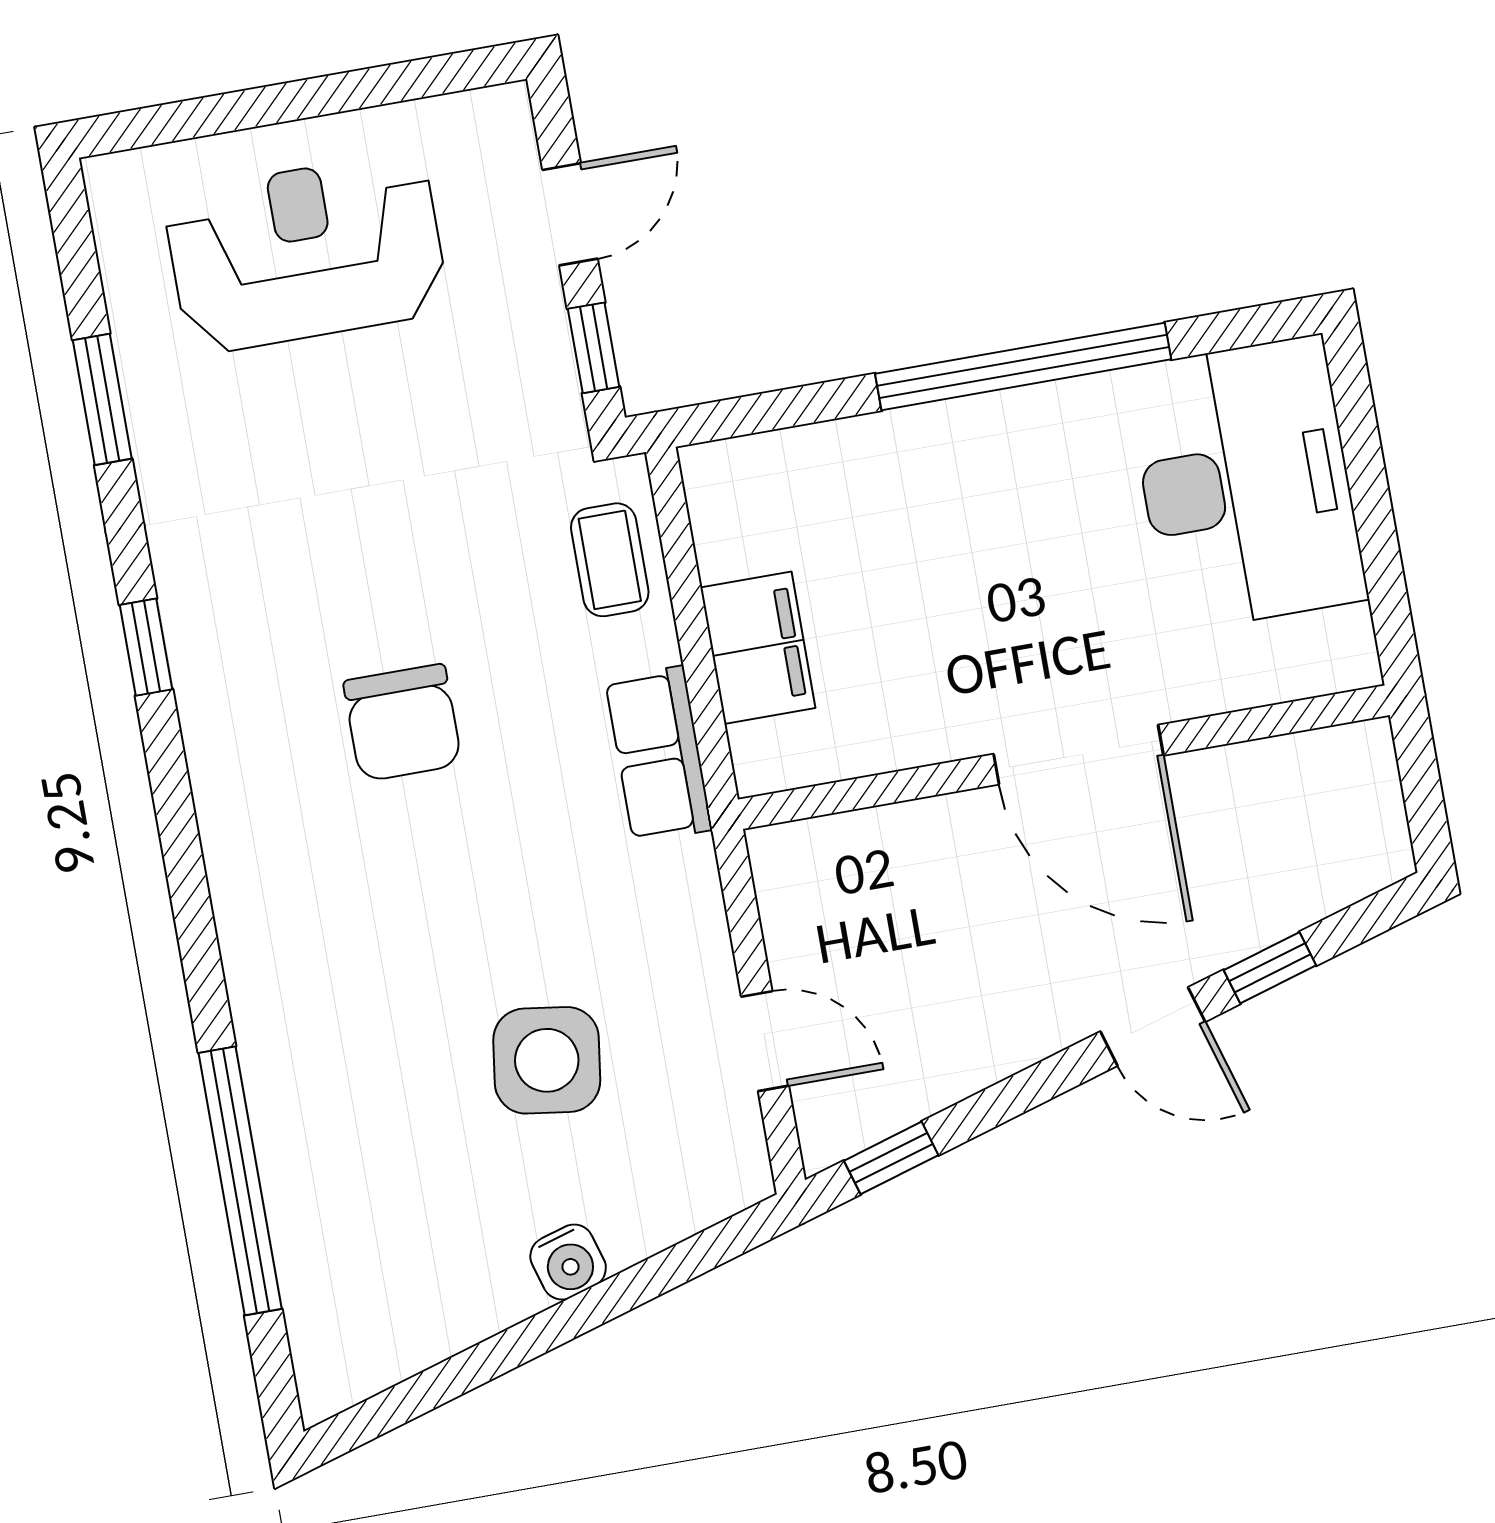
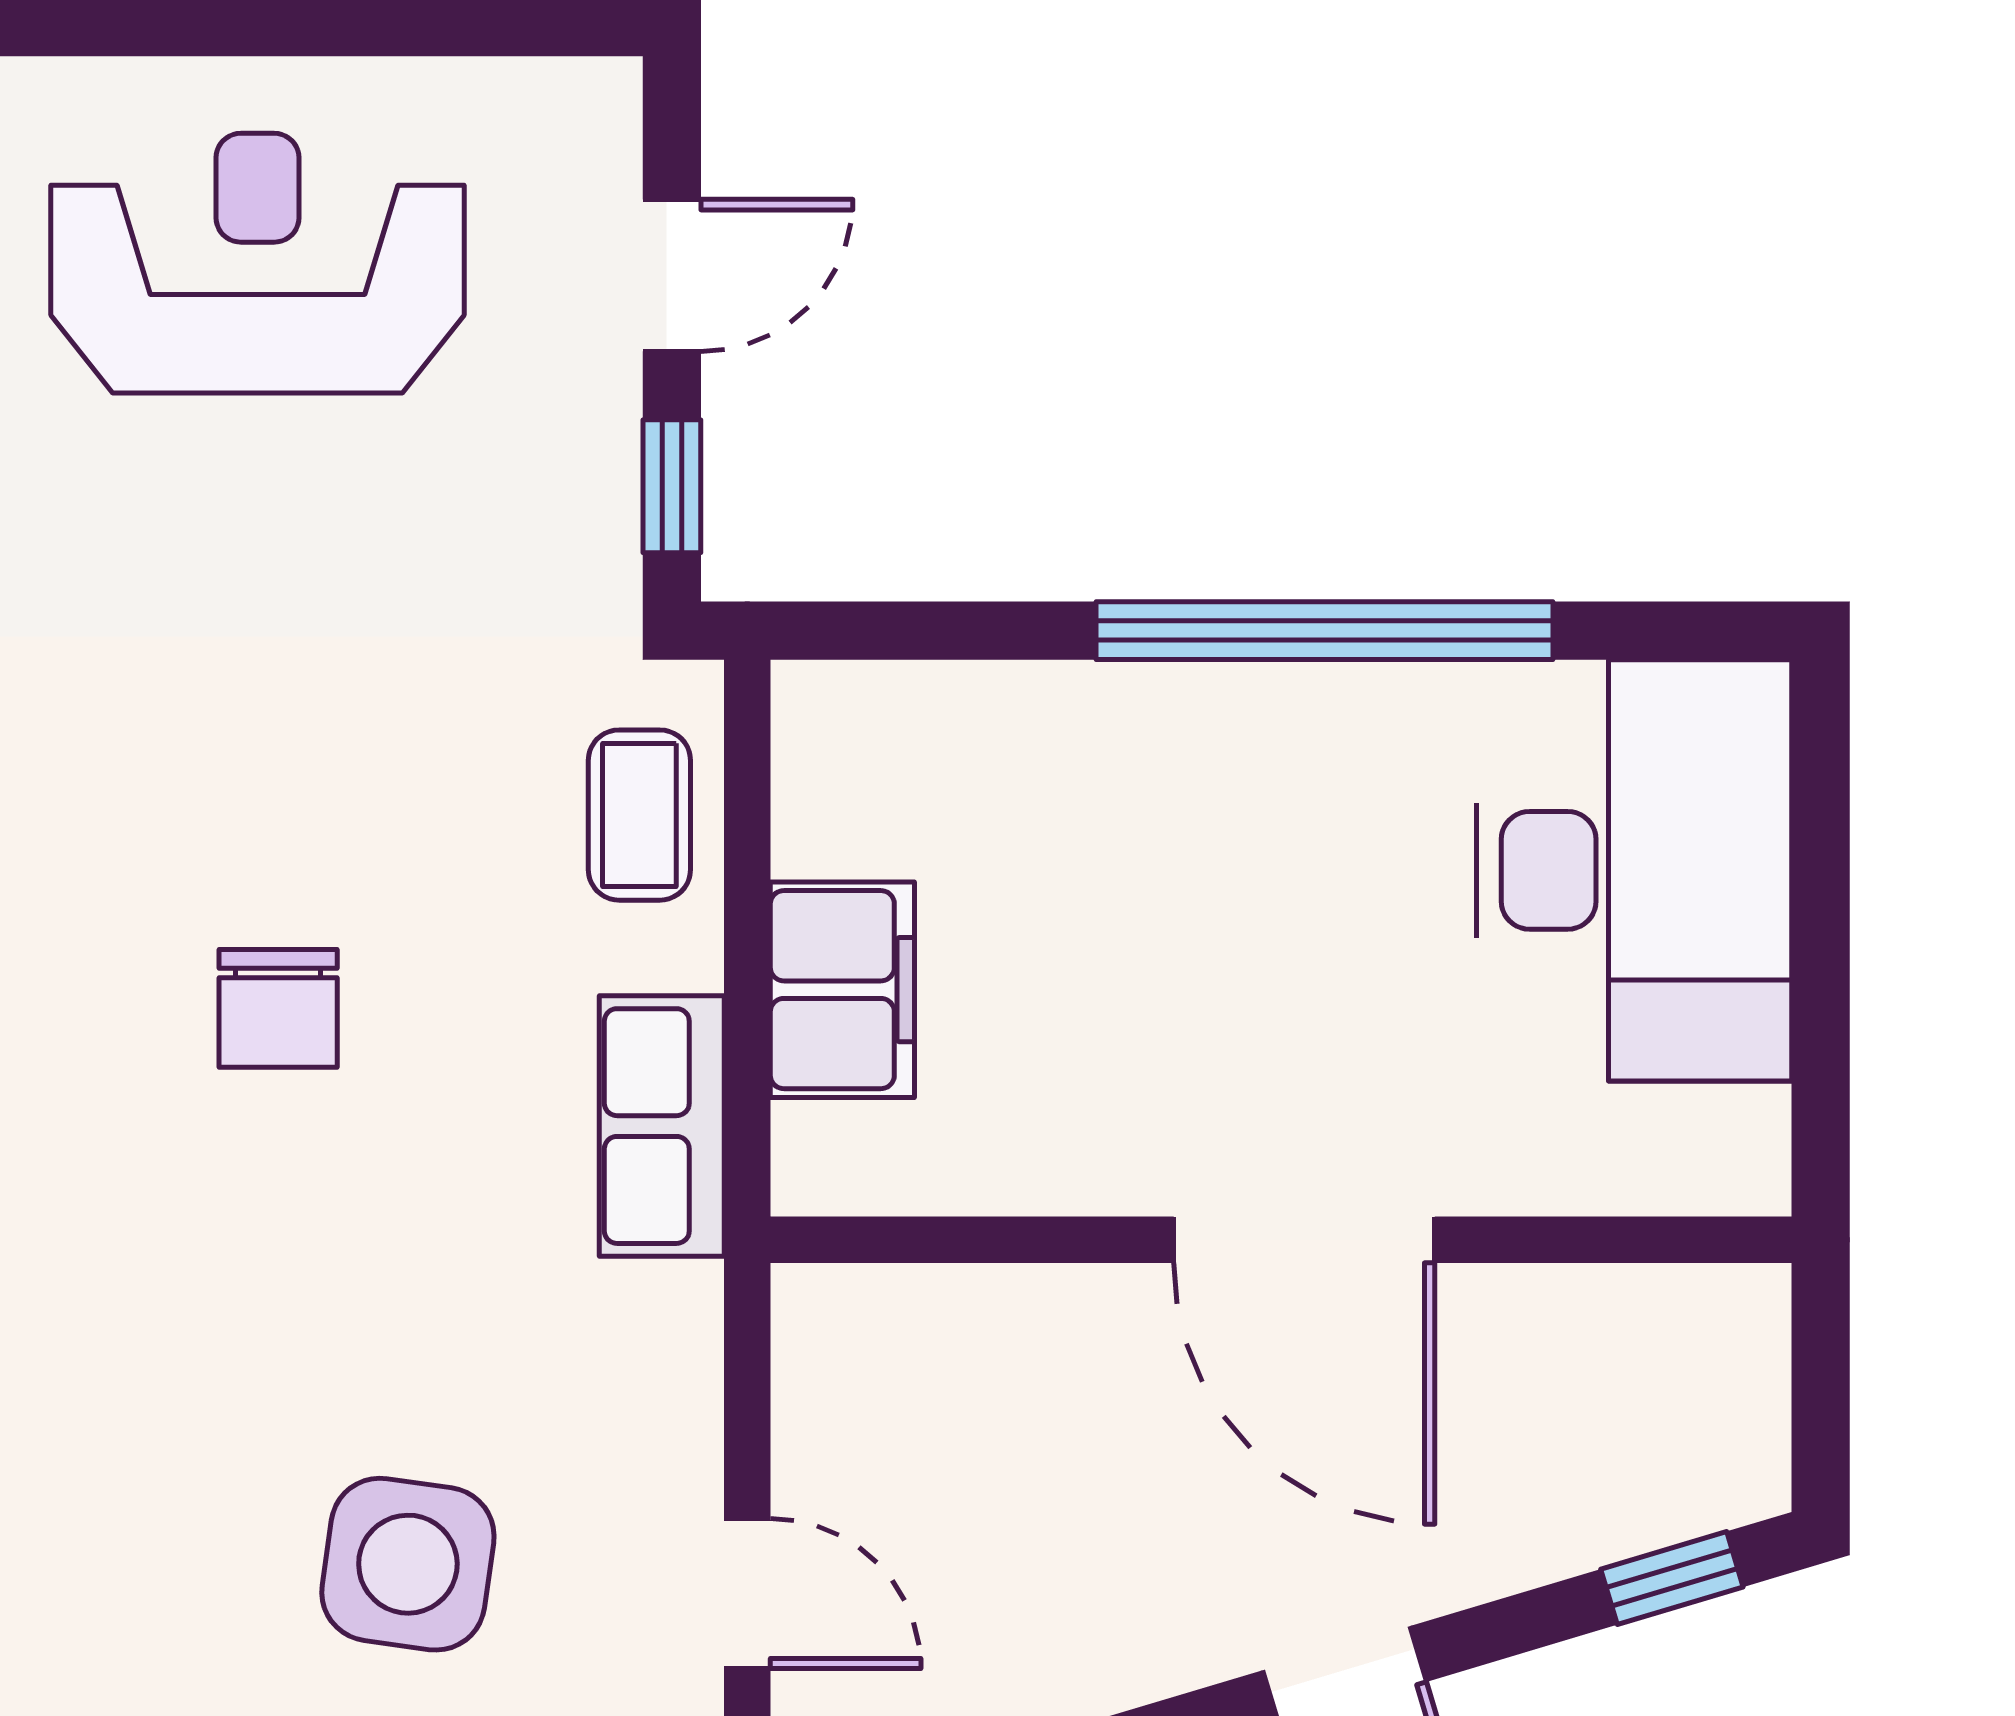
chair: (402, 723) -> (278, 1008), width x0.73, depth x0.73
window: (1270, 968) -> (1672, 1578), moved

